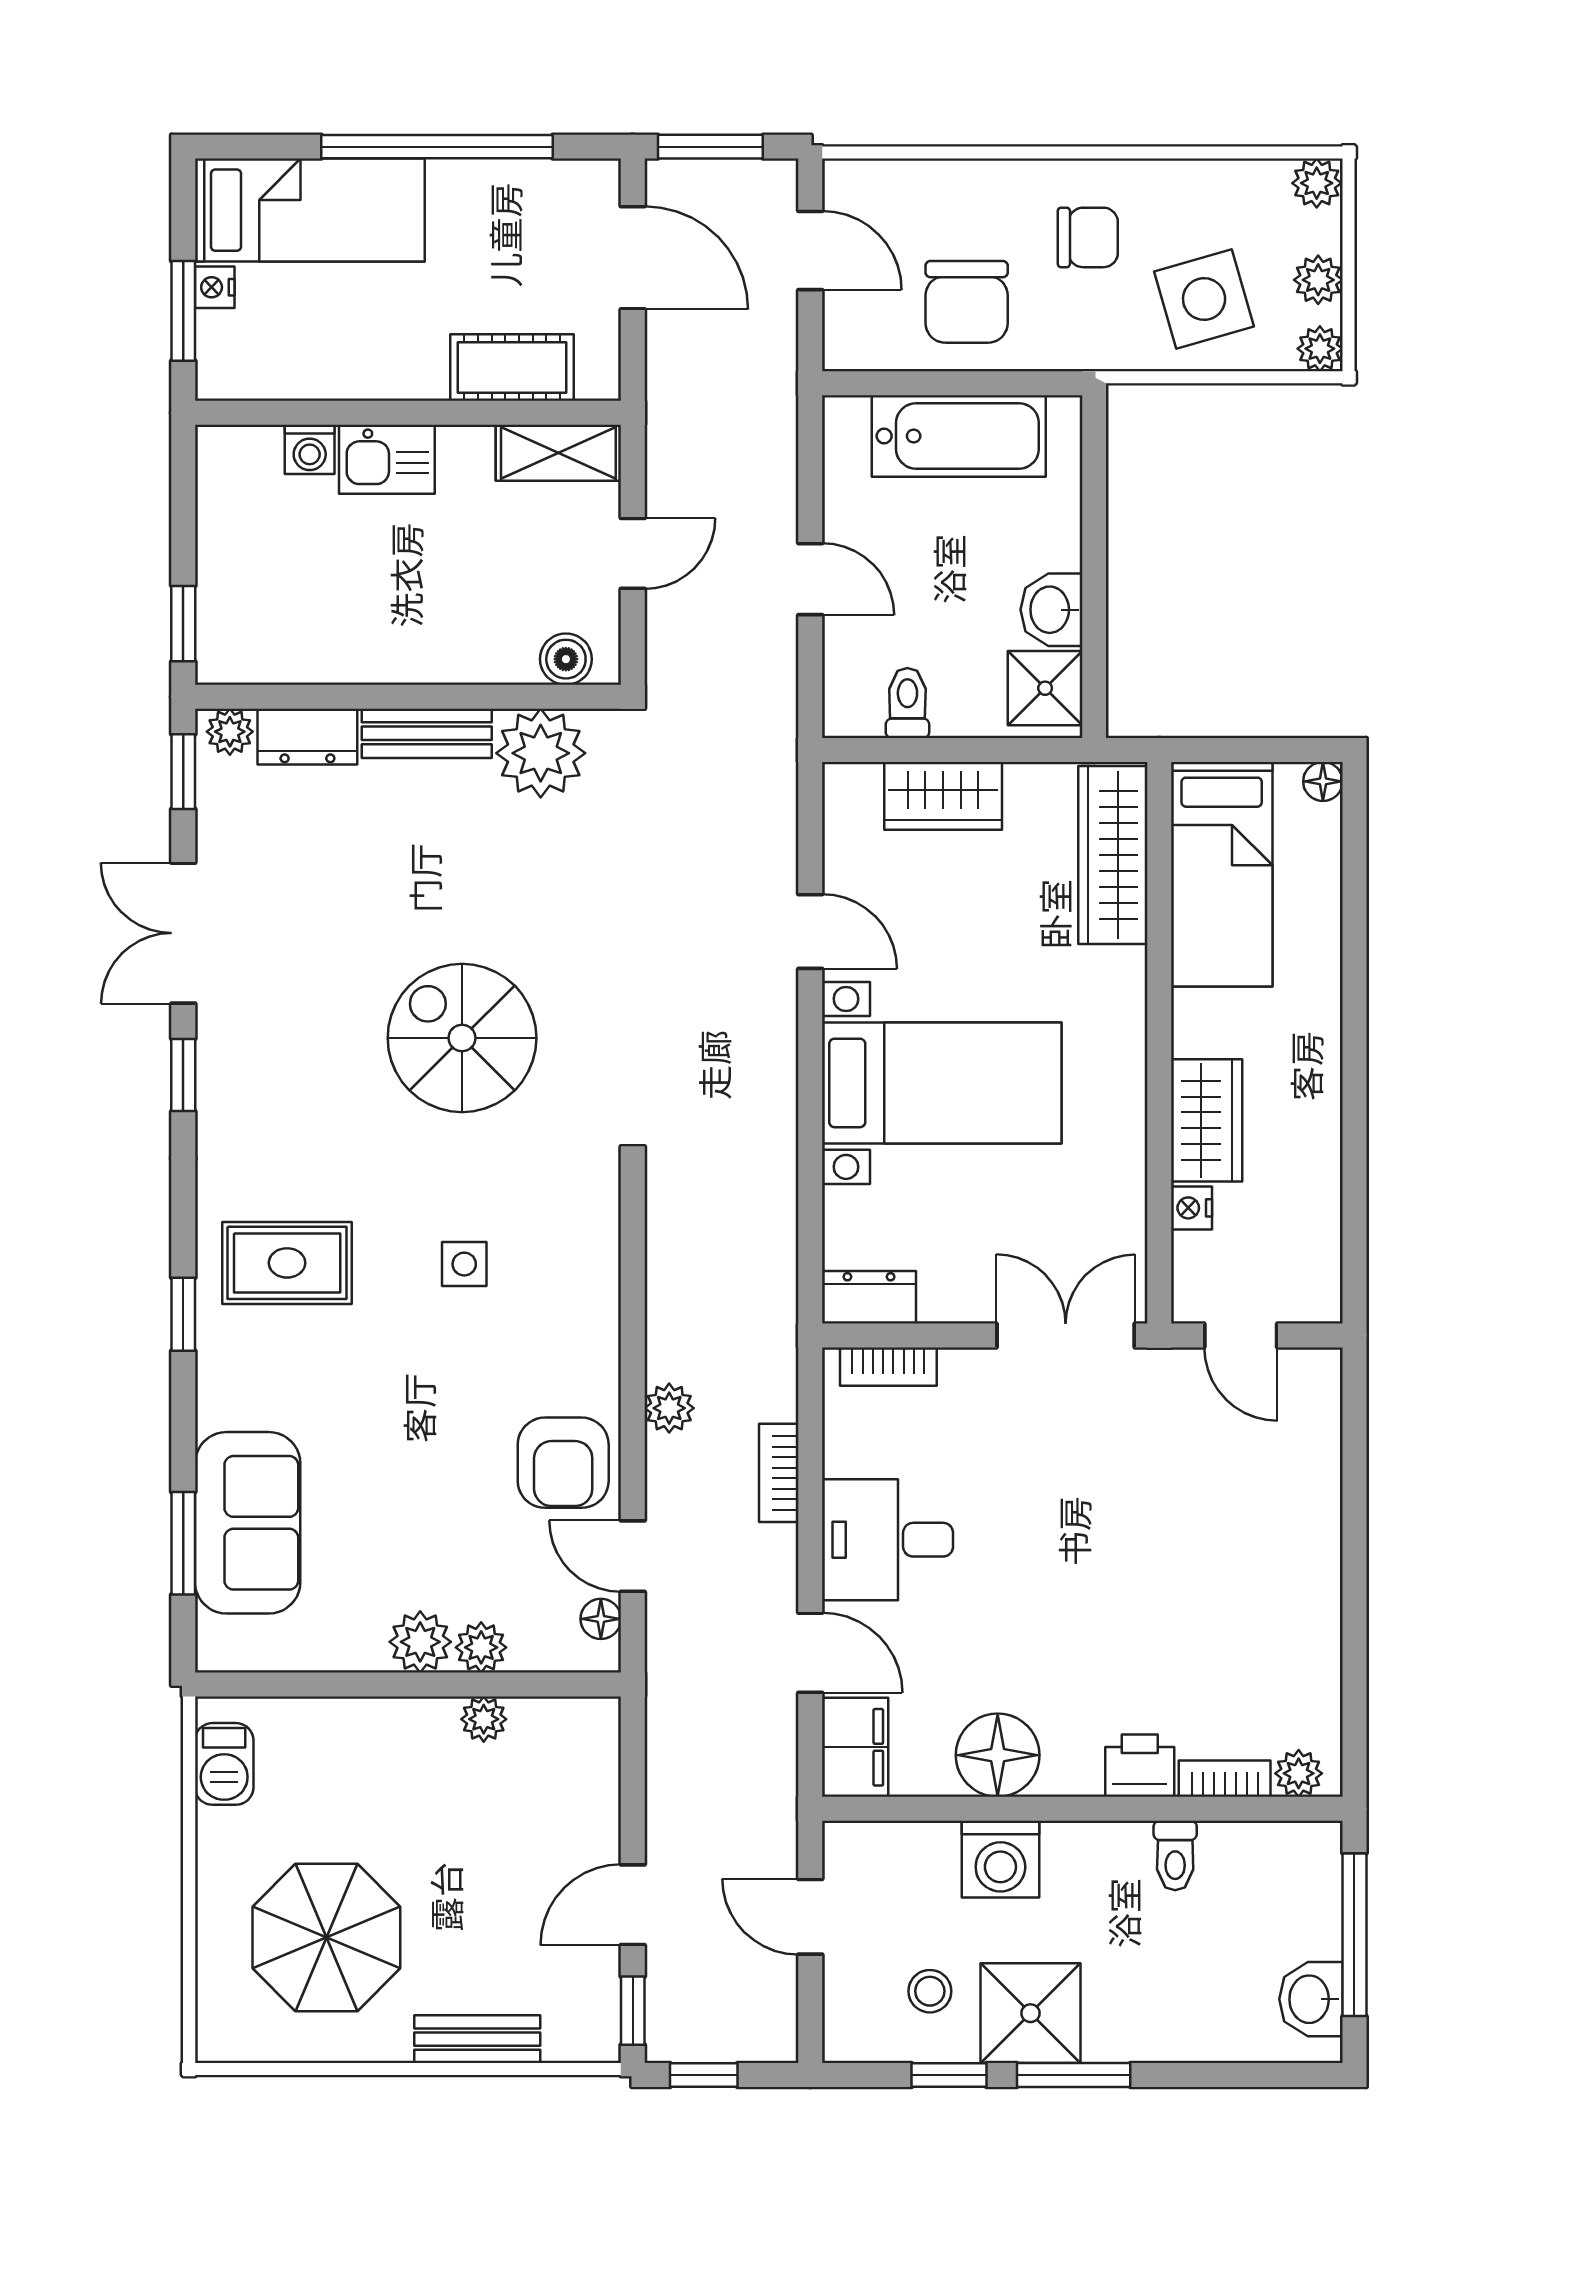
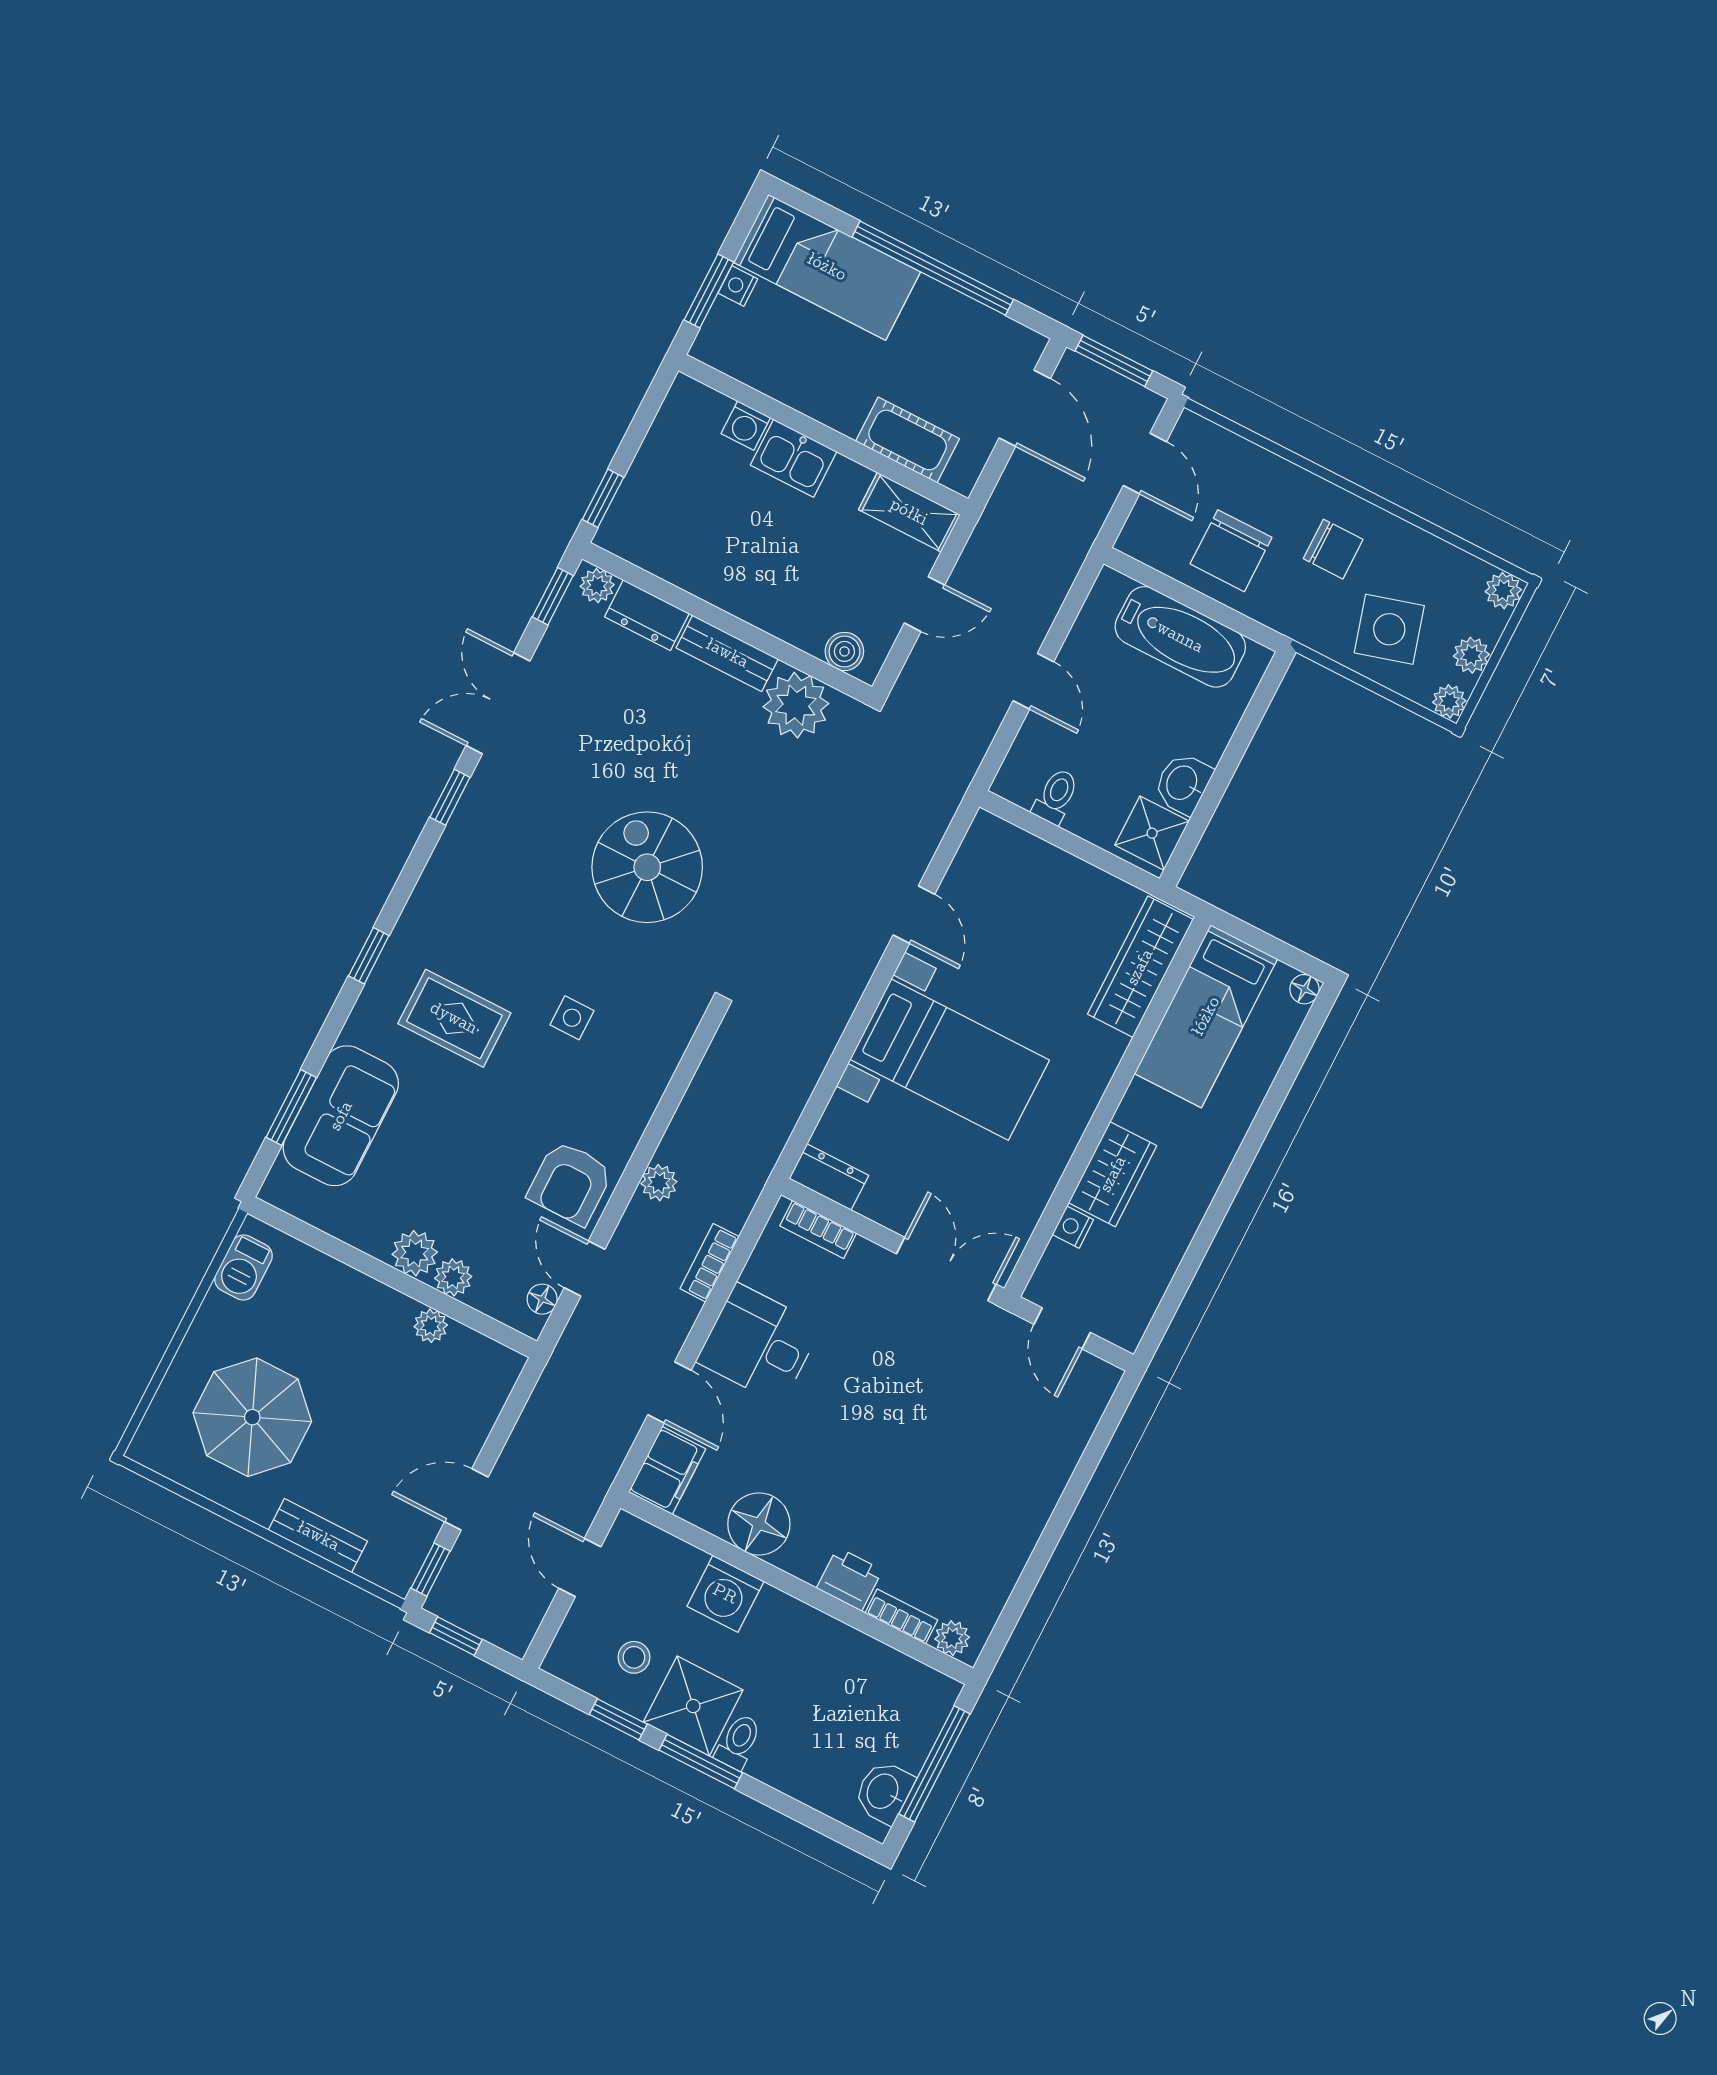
wardrobe: (943, 796) -> (1048, 870), removed
rug: (287, 1263) -> (454, 1018), moved
toilet: (1175, 1855) -> (738, 1742), moved, turned 180

